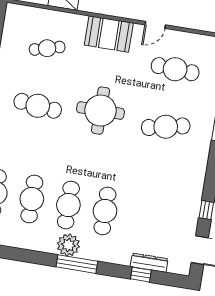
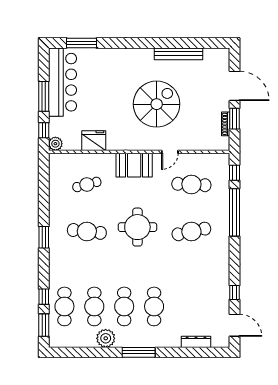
plant: (68, 245) -> (106, 338), moved
window: (141, 275) -> (191, 352), removed

